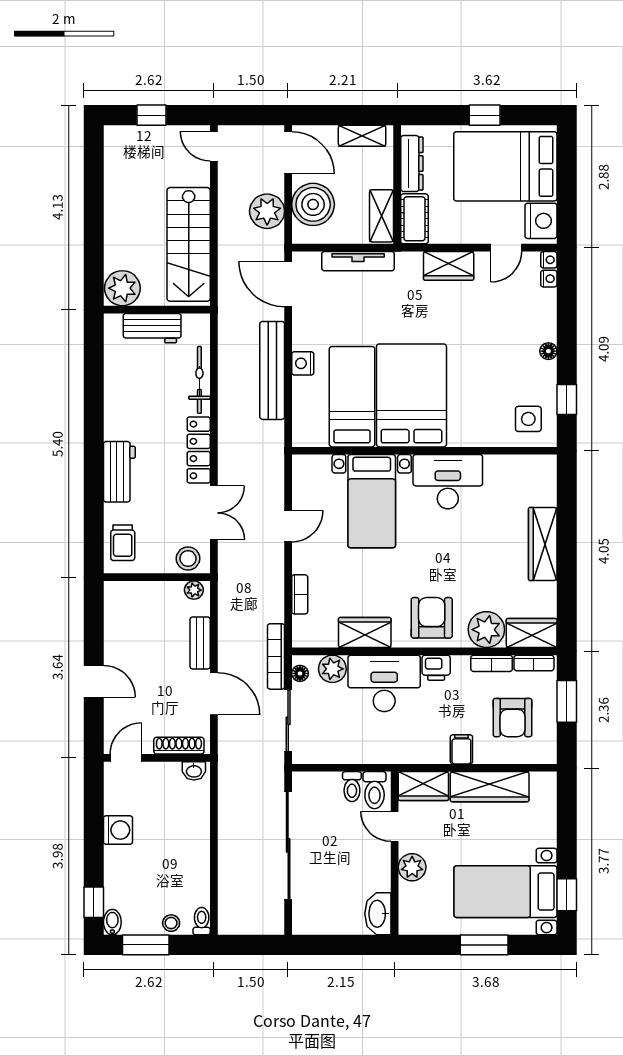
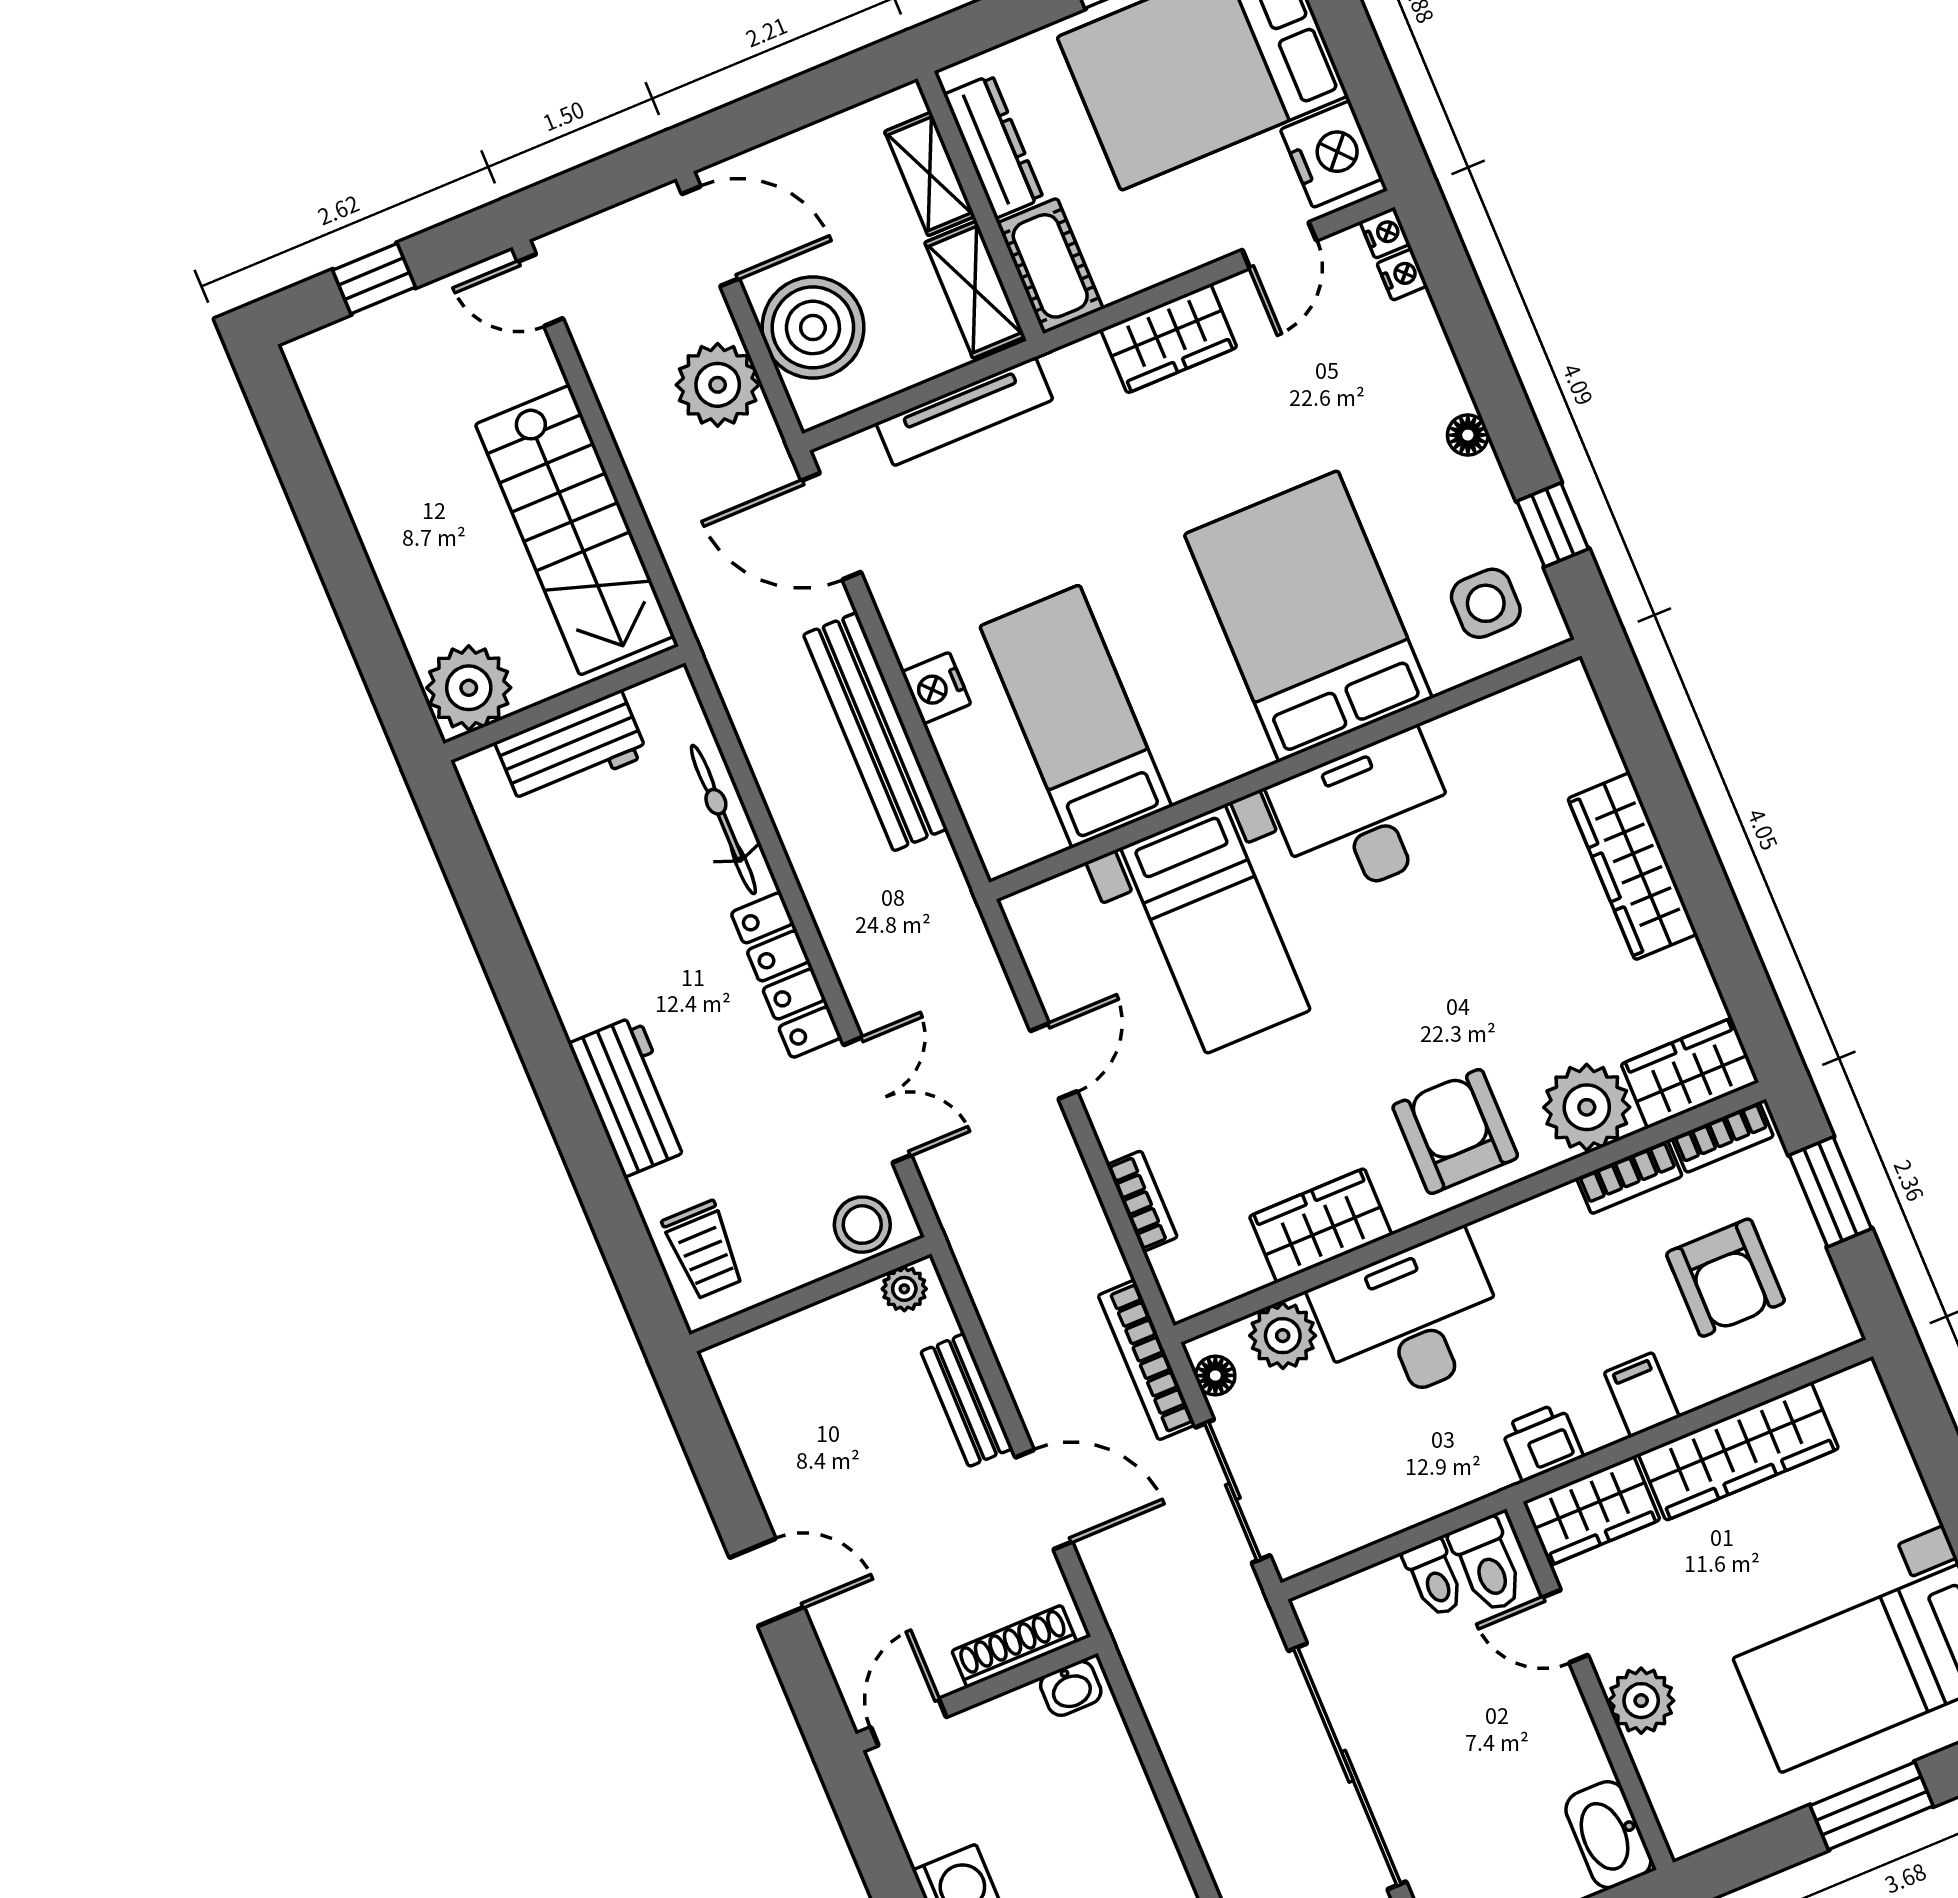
shelving: (362, 136) -> (930, 174), moved, turned 90
bed: (411, 395) -> (1308, 616), moved
printer: (436, 668) -> (1542, 1442), moved, turned 180

